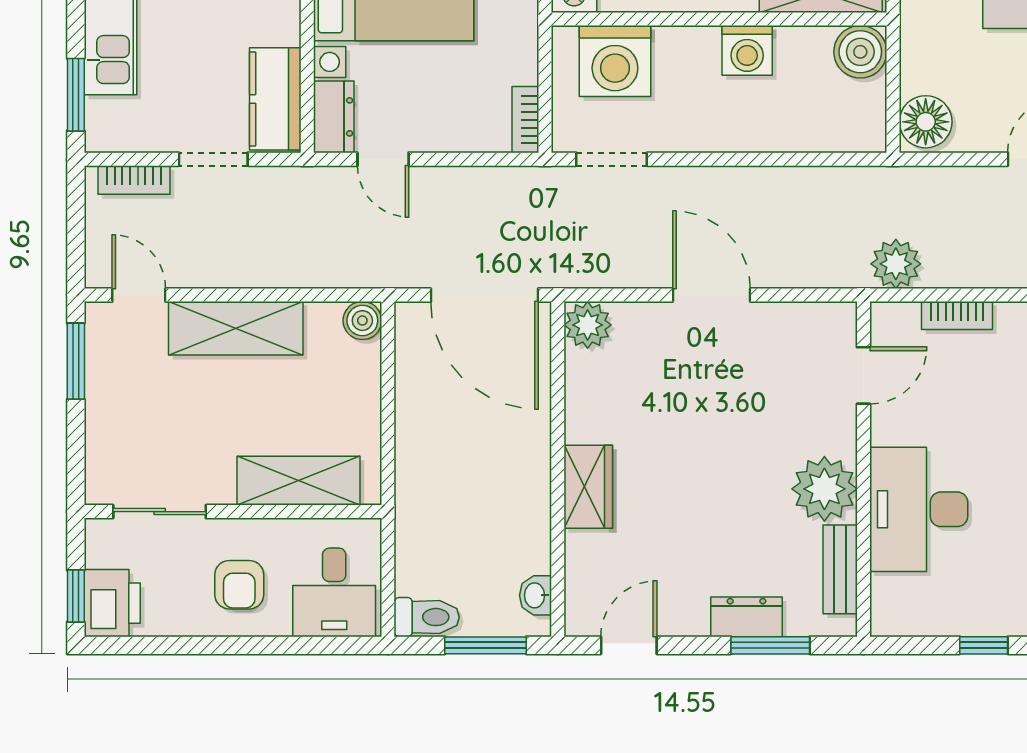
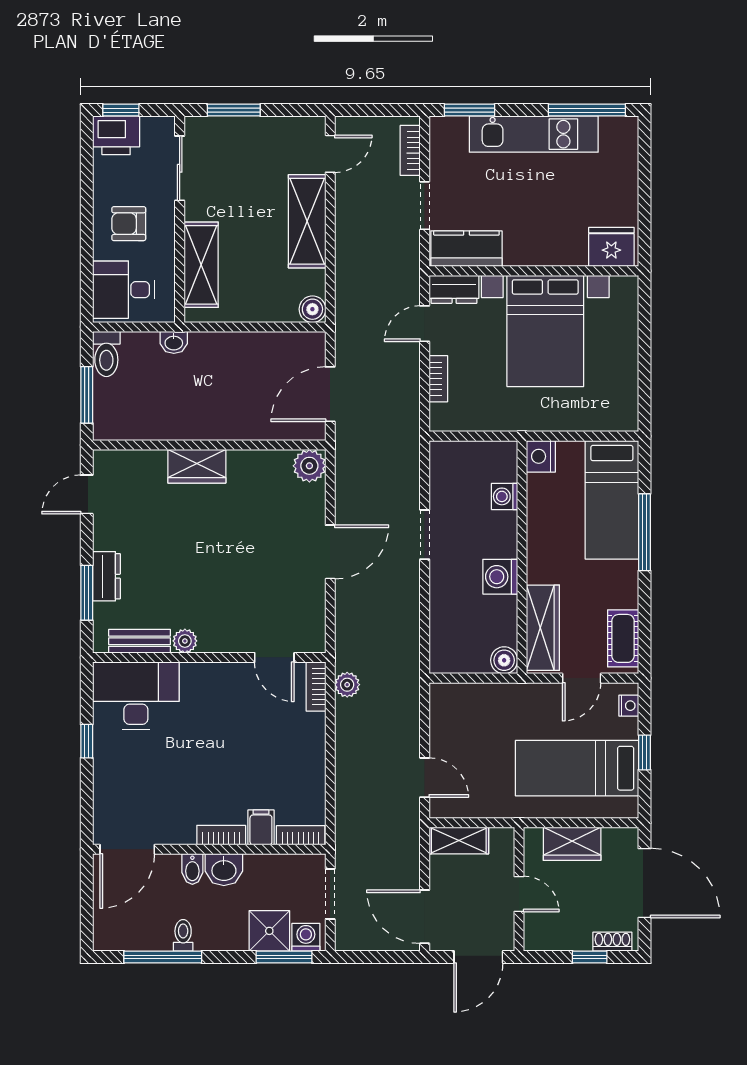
boiler: (860, 52) -> (504, 660), width x0.73, depth x0.73
washing machine: (615, 61) -> (504, 496), width x0.53, depth x0.53
bookcase: (525, 120) -> (438, 379), moved, turned 90
floor lamp: (926, 122) -> (451, 701), removed
doorway: (612, 159) -> (425, 535), moved
plant: (896, 264) -> (347, 685), width x0.73, depth x0.73
door: (485, 295) -> (330, 394), width x0.73
bookcase: (957, 316) -> (316, 686), moved
window: (76, 361) -> (234, 110), moved
plant: (824, 489) -> (185, 641), width x0.53, depth x0.53
desk: (919, 509) -> (136, 696), moved
washbasin: (535, 595) -> (174, 342), moved, turned 180
door: (629, 645) -> (87, 494), swing flipped

